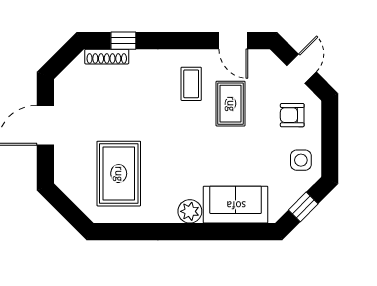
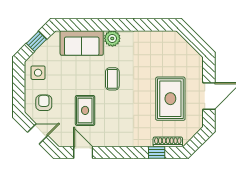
door: (302, 69) -> (38, 134), swing flipped
coffee table: (191, 84) -> (112, 79), moved
armchair: (292, 115) -> (44, 103), turned -90
rug: (119, 174) -> (170, 99), moved

